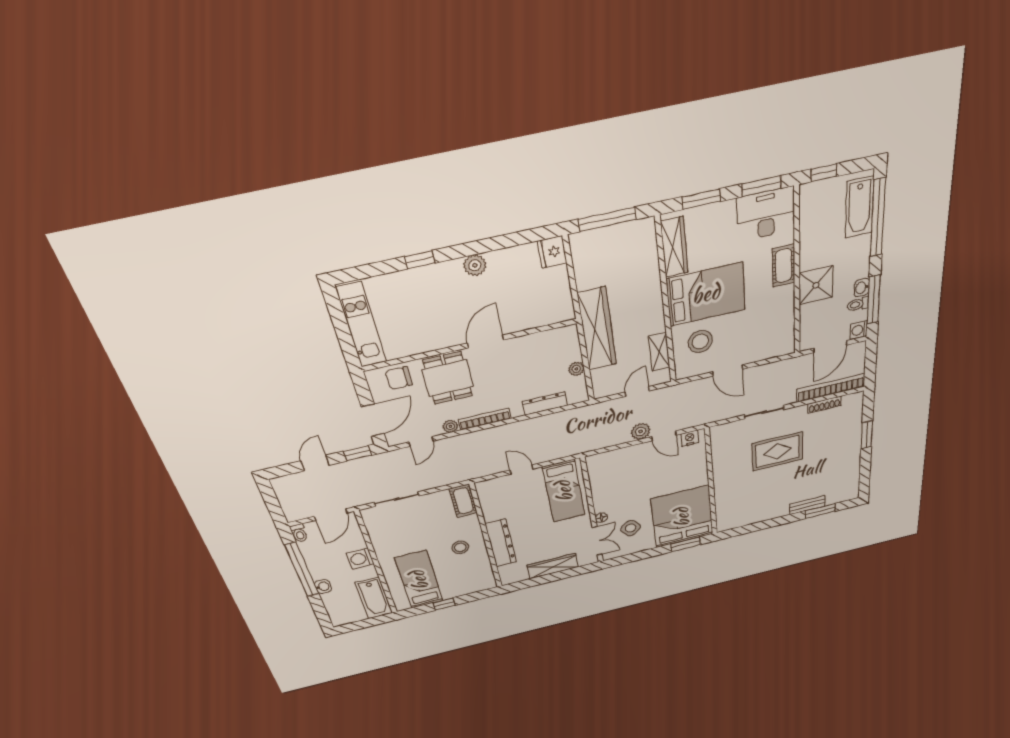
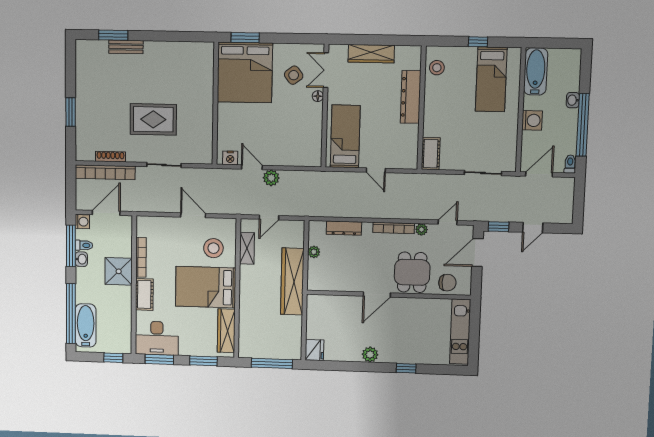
bookcase: (788, 308) -> (141, 257), added
stool: (460, 547) -> (437, 68), moved

